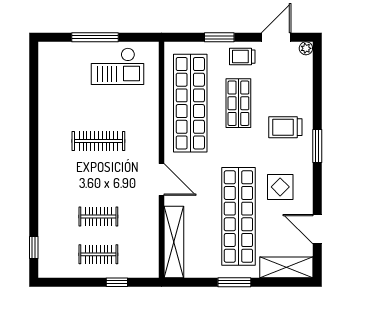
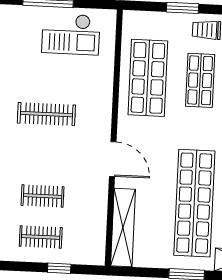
shop shelf: (190, 103) -> (148, 78), width x0.71

